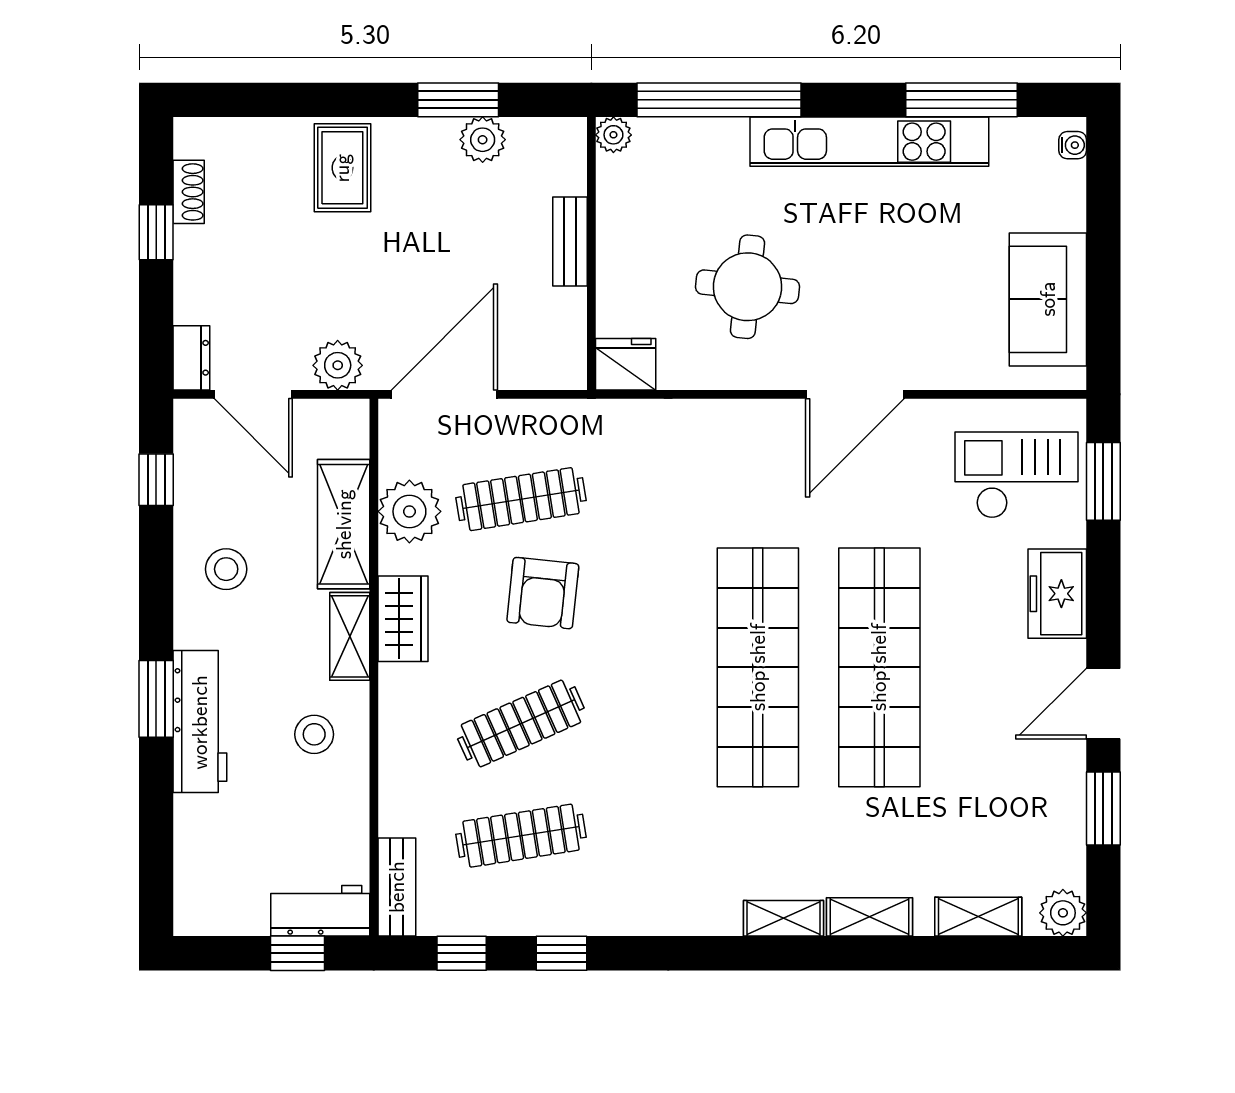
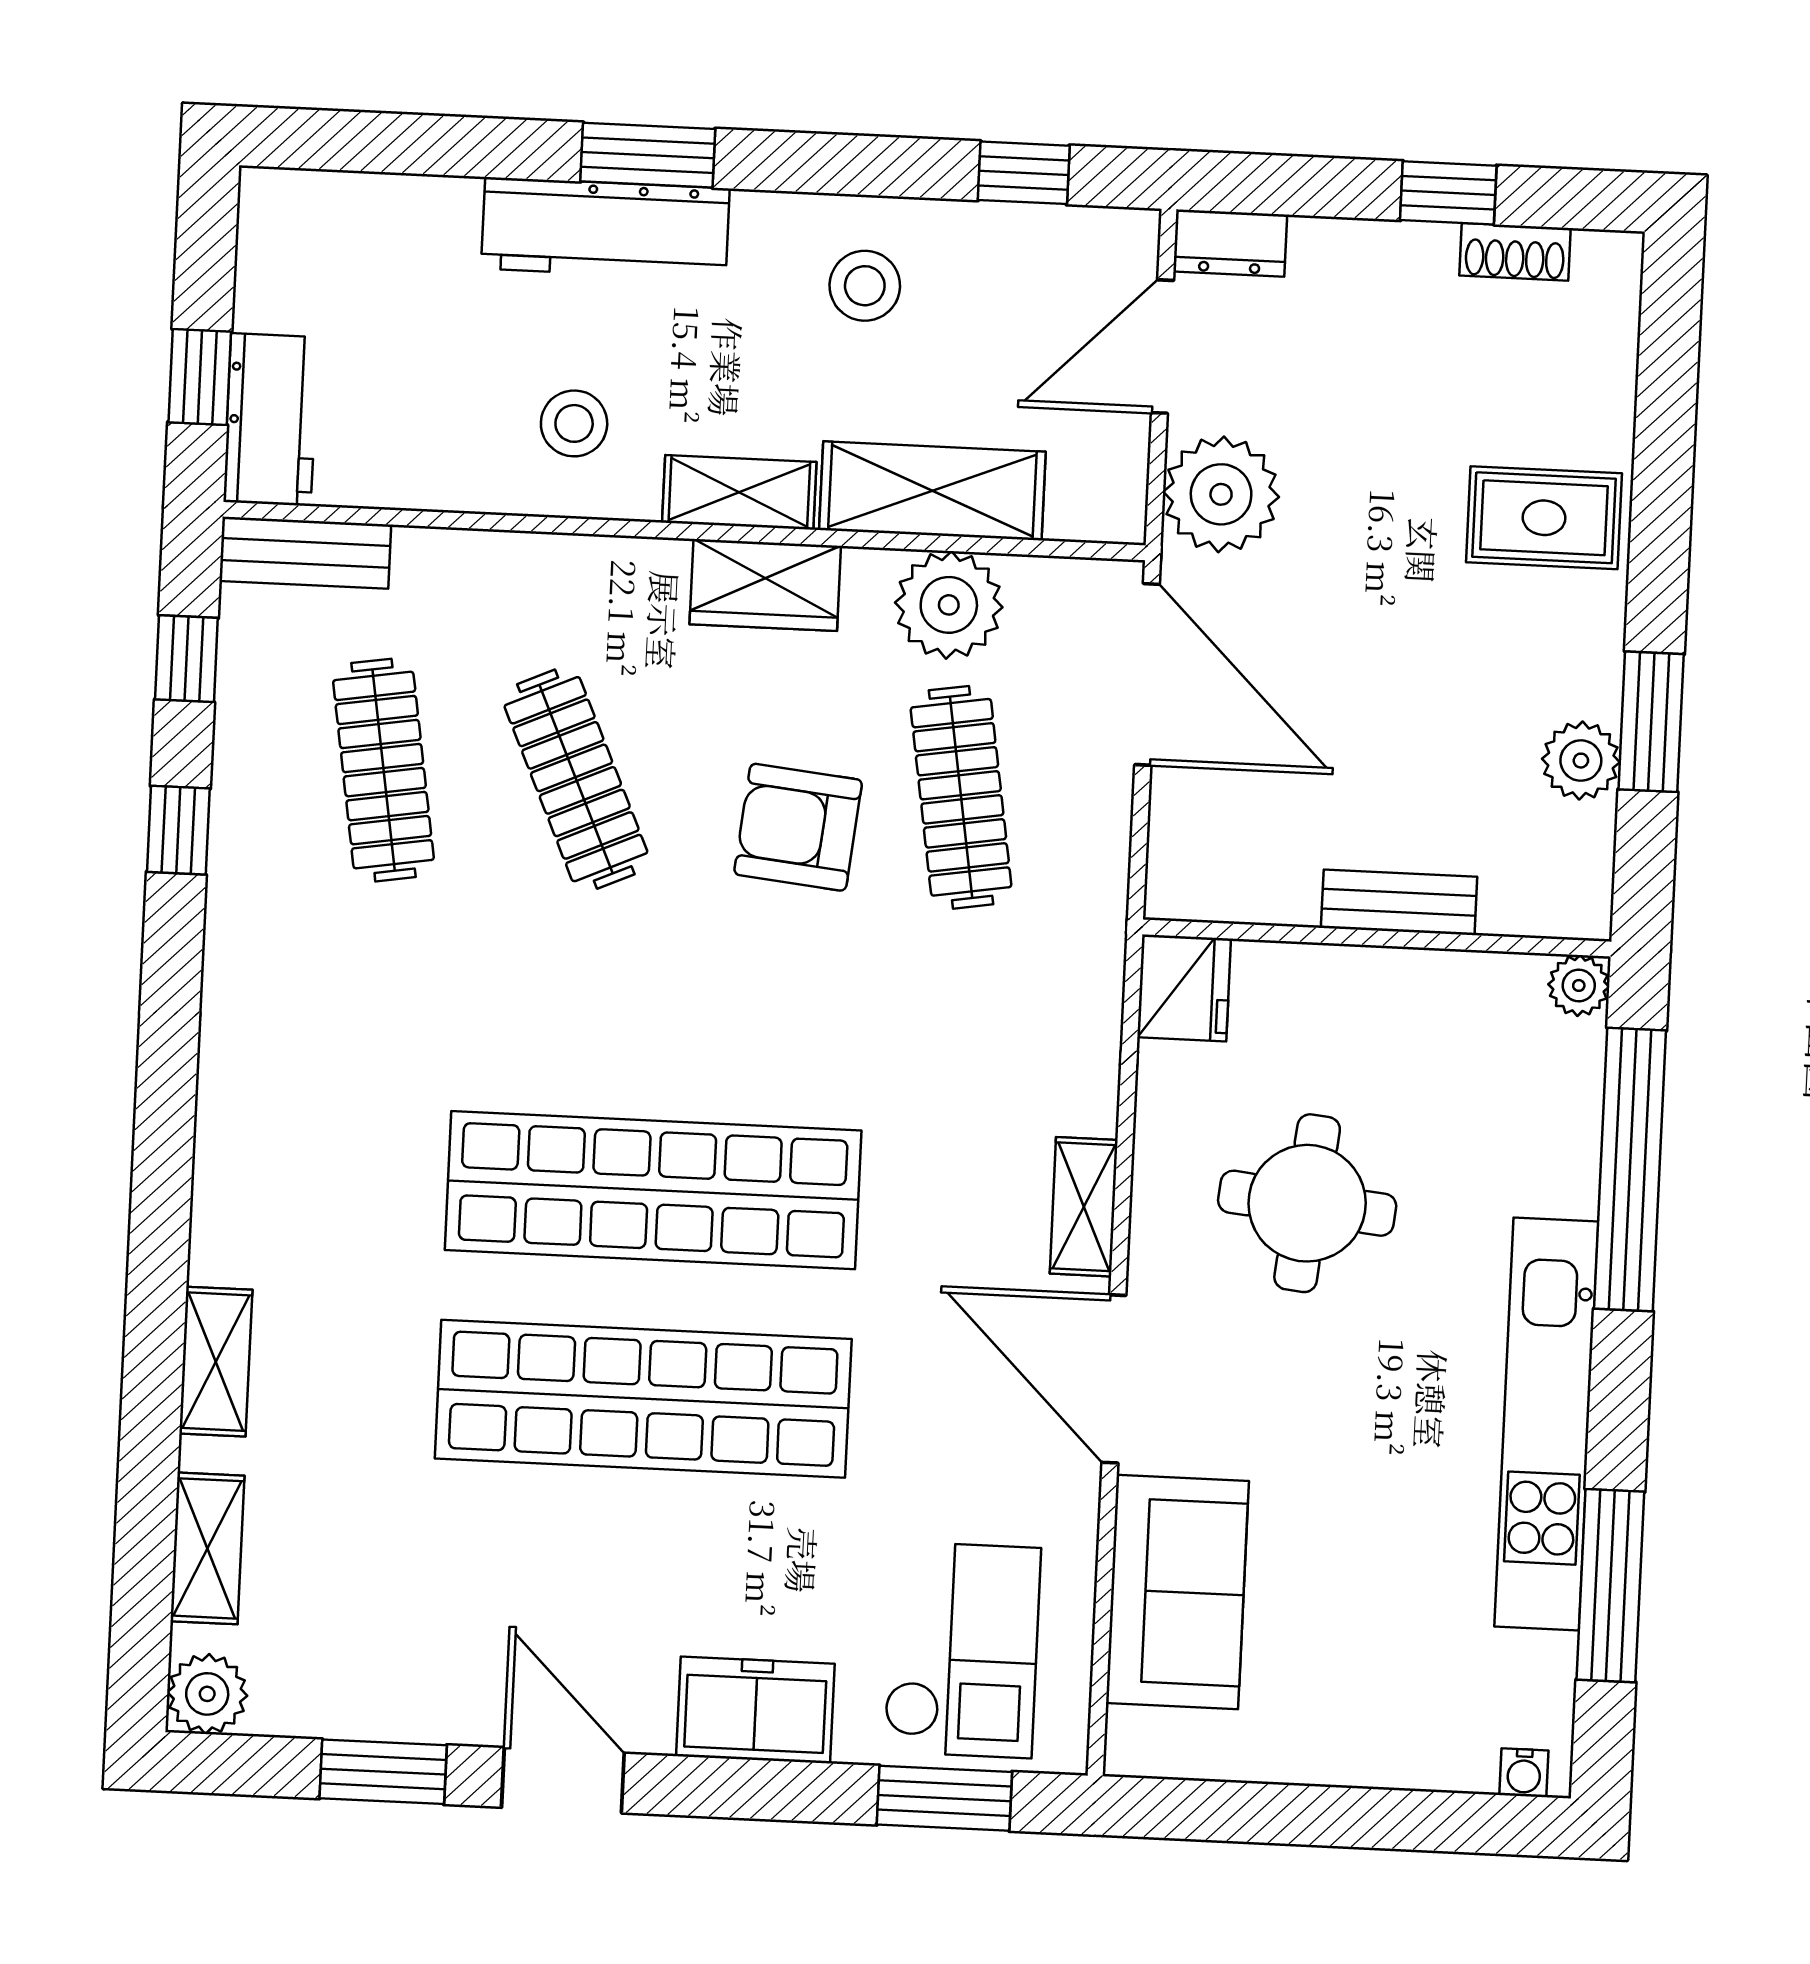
sofa: (1048, 299) -> (1177, 1592), moved, turned 90
plant: (338, 365) -> (1221, 494), width x1.36, depth x1.36
shelving: (783, 918) -> (1084, 1207), moved

